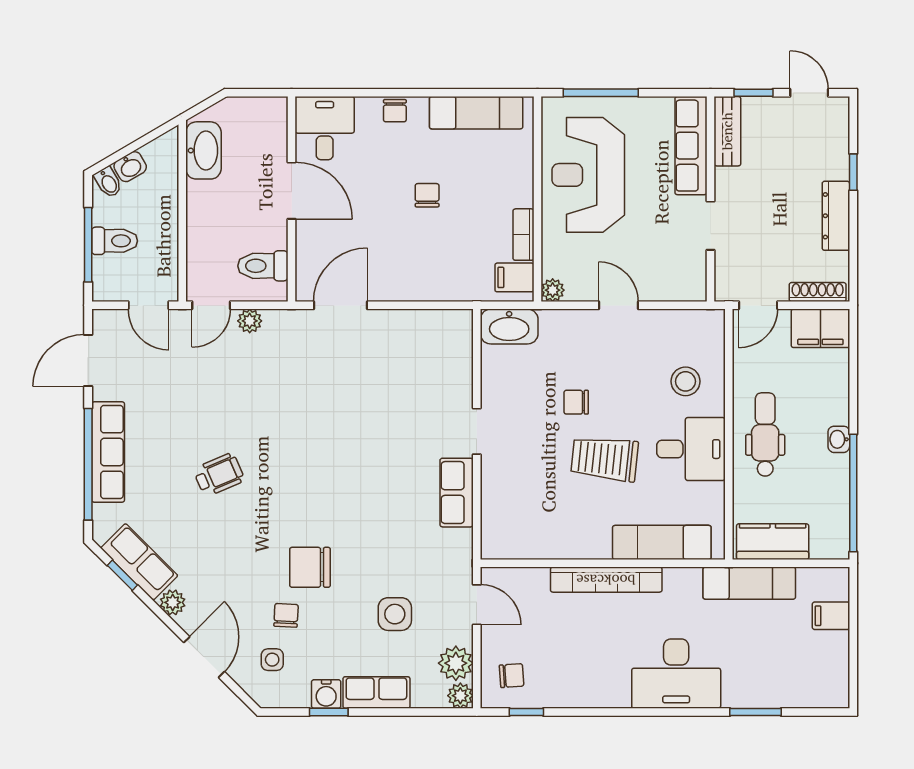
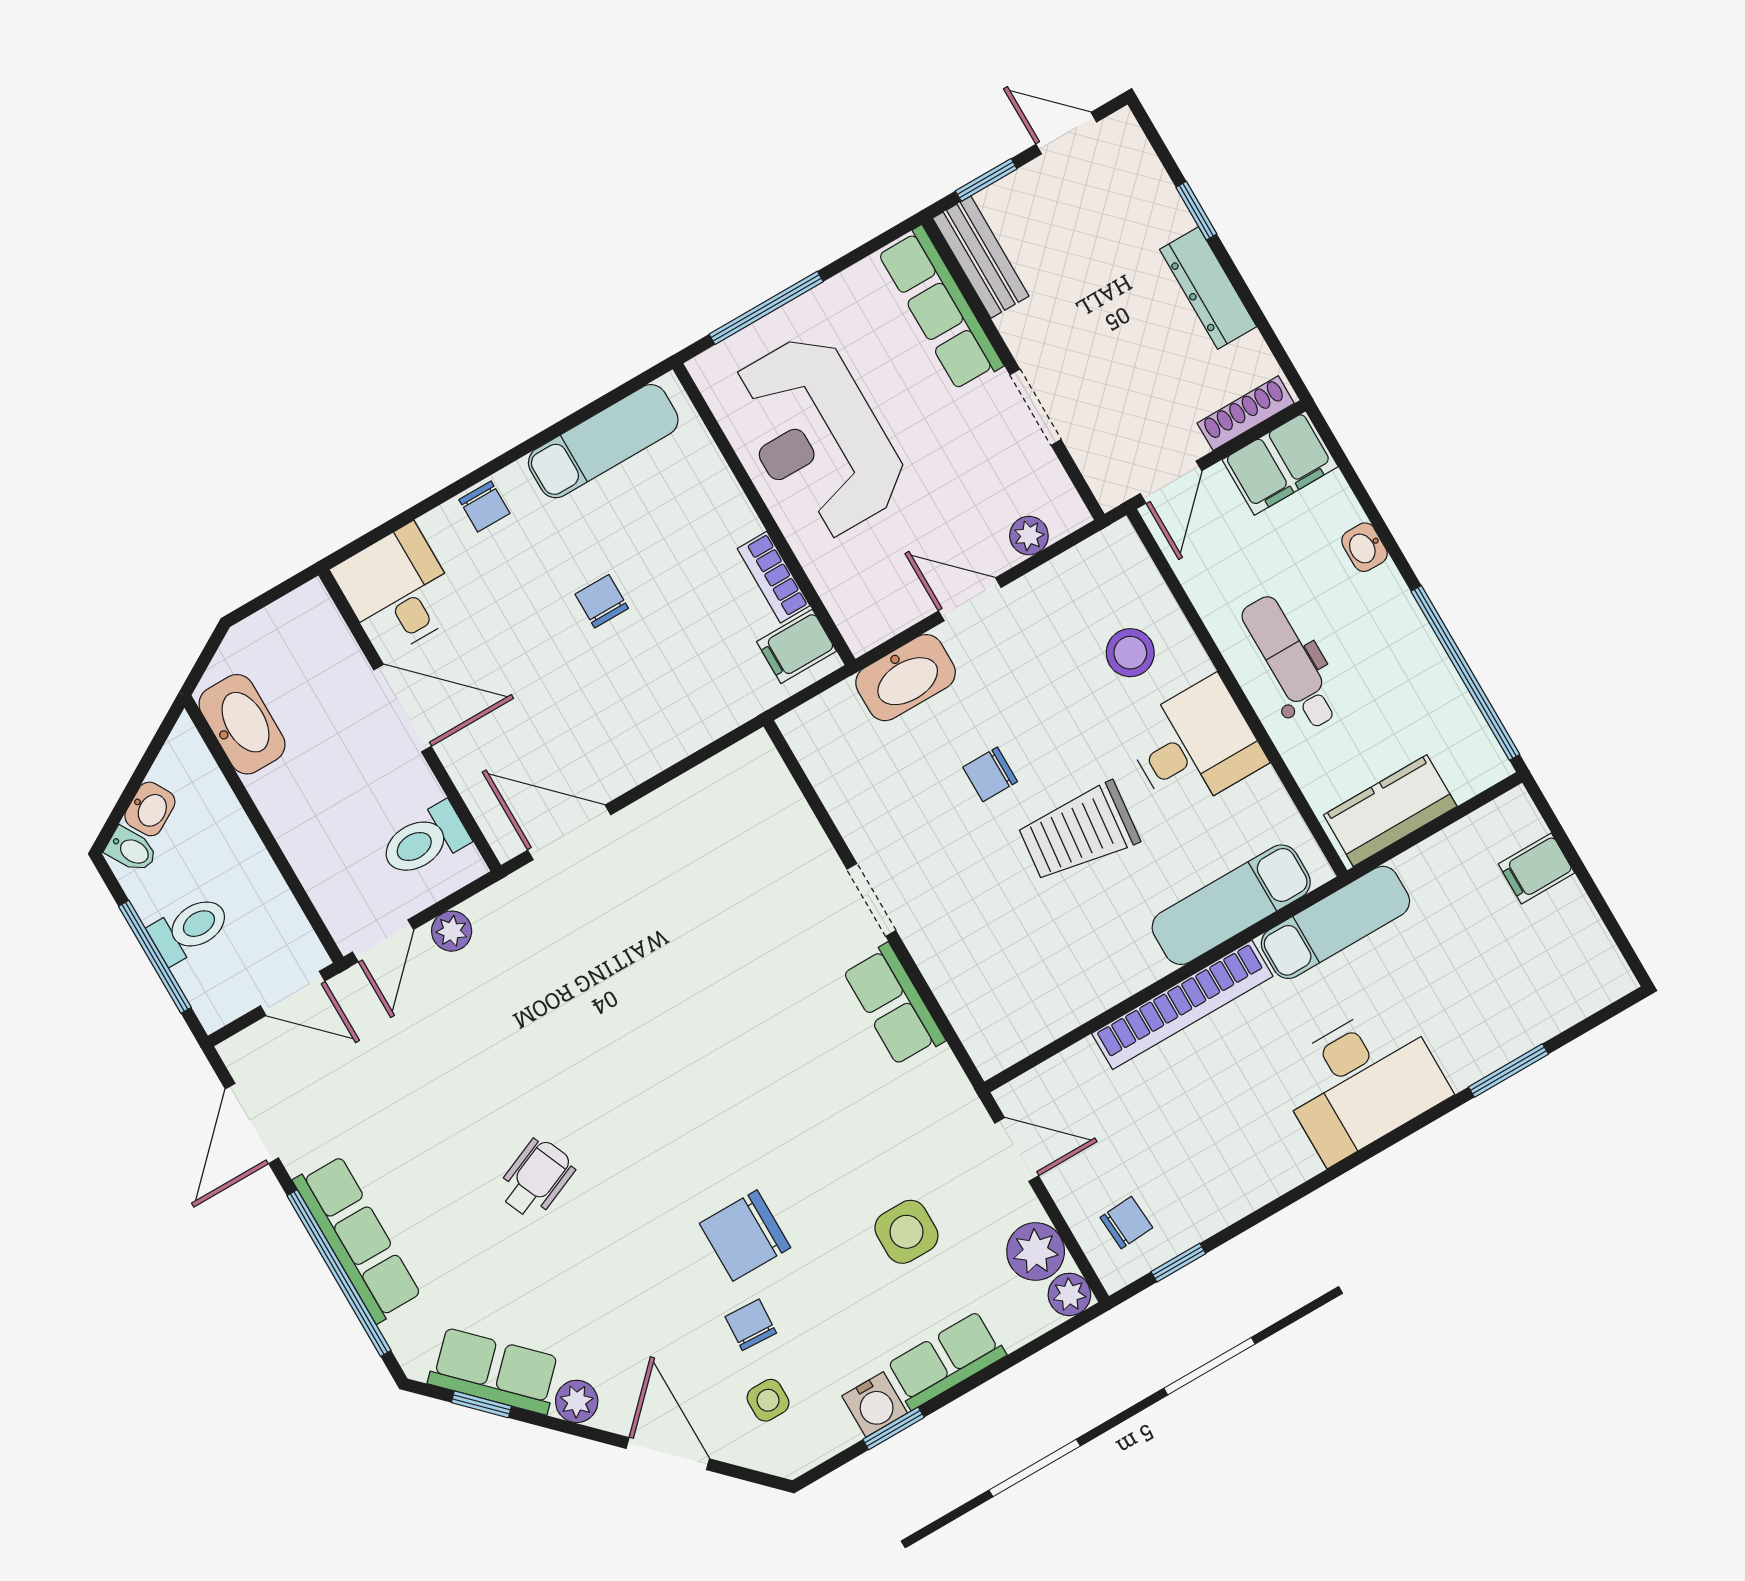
plant: (553, 290) -> (1029, 536), moved
door: (340, 305) -> (569, 832), hinge flipped
washbasin: (509, 327) -> (906, 678), moved
washbasin: (839, 439) -> (1364, 547), moved
exam couch: (749, 583) -> (1335, 922), moved

